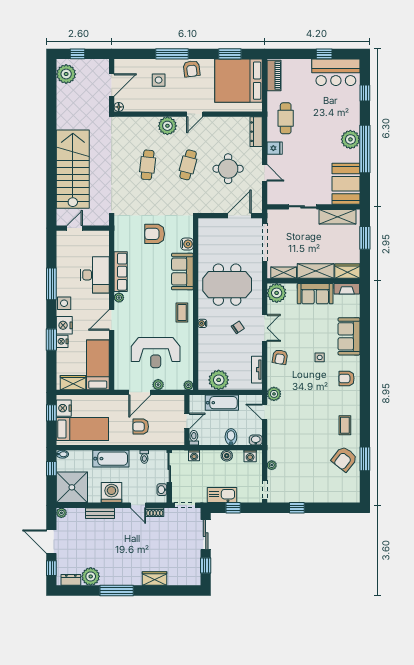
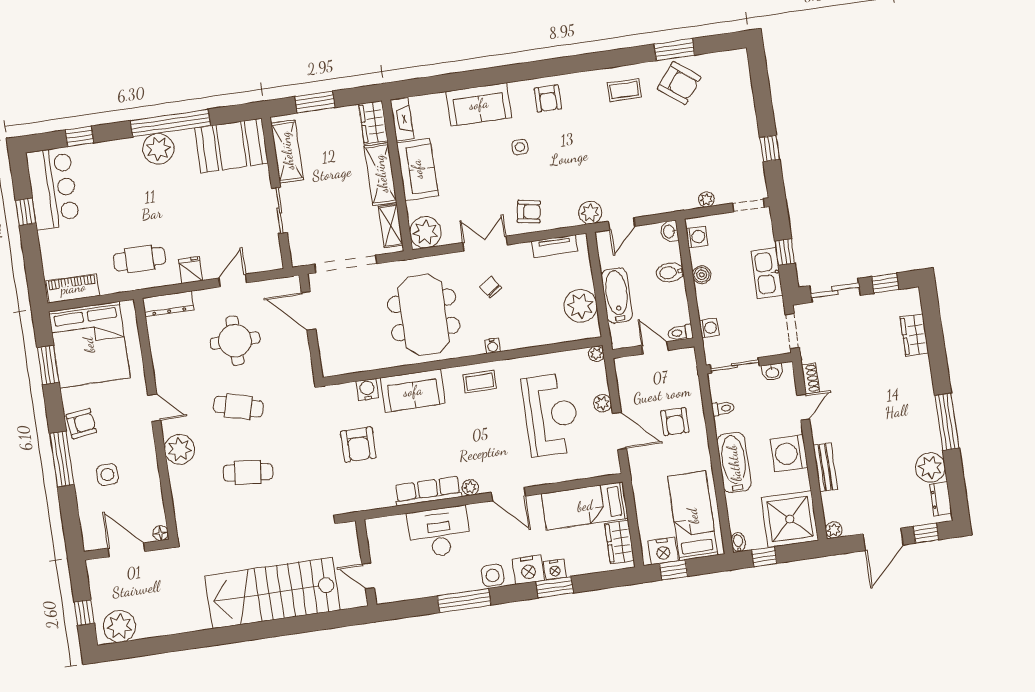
wardrobe: (154, 579) -> (914, 335), moved

